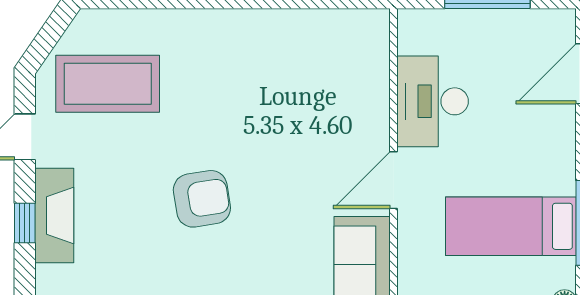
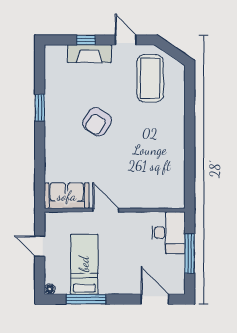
desk: (433, 101) -> (168, 233), moved, turned 90
armchair: (202, 199) -> (97, 122), turned 41

